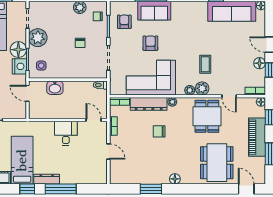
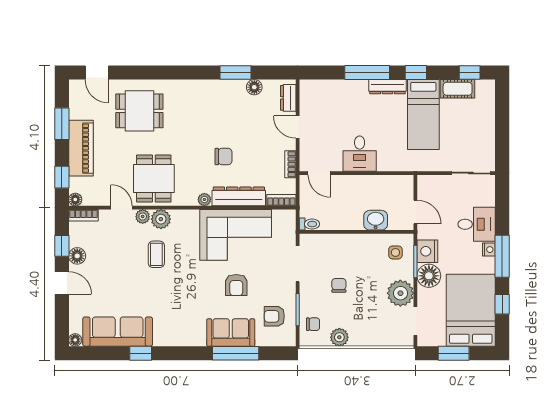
armchair: (124, 22) -> (274, 316), turned 90
plant: (190, 90) -> (143, 217), moved
dining table: (217, 163) -> (139, 111), width x0.73
dresser: (115, 172) -> (288, 98), added
floor lamp: (175, 179) -> (254, 87), moved

